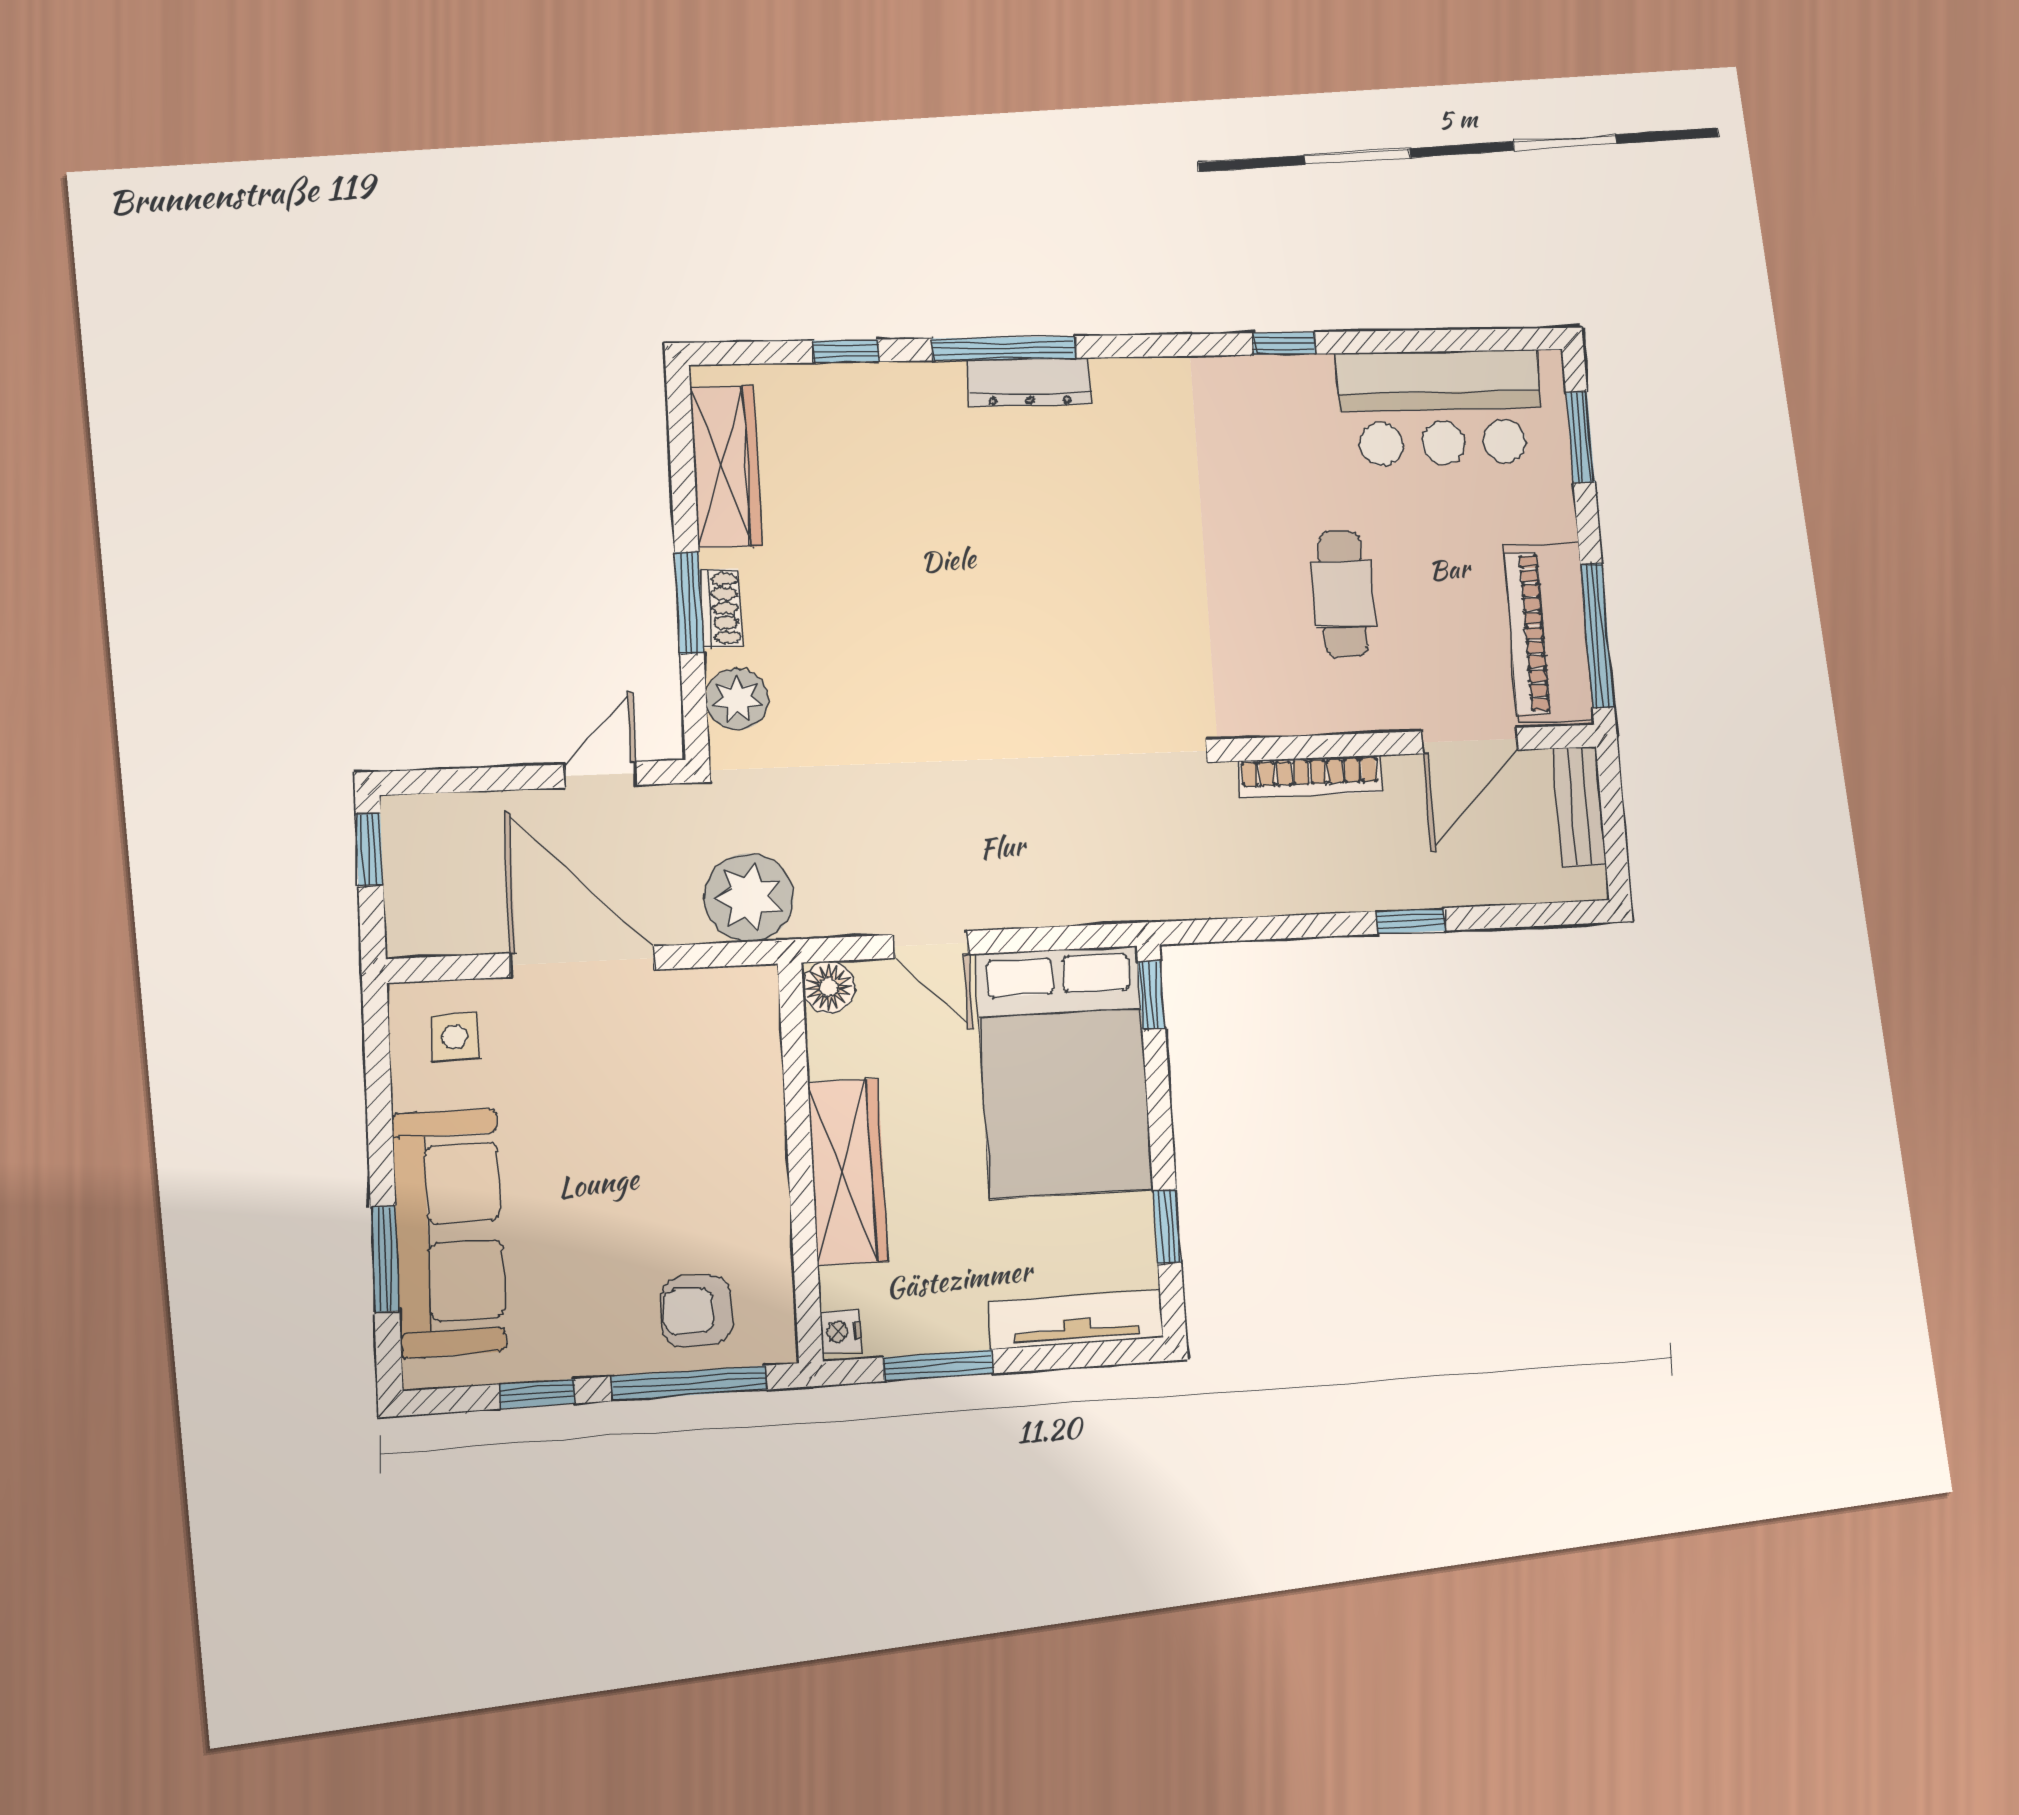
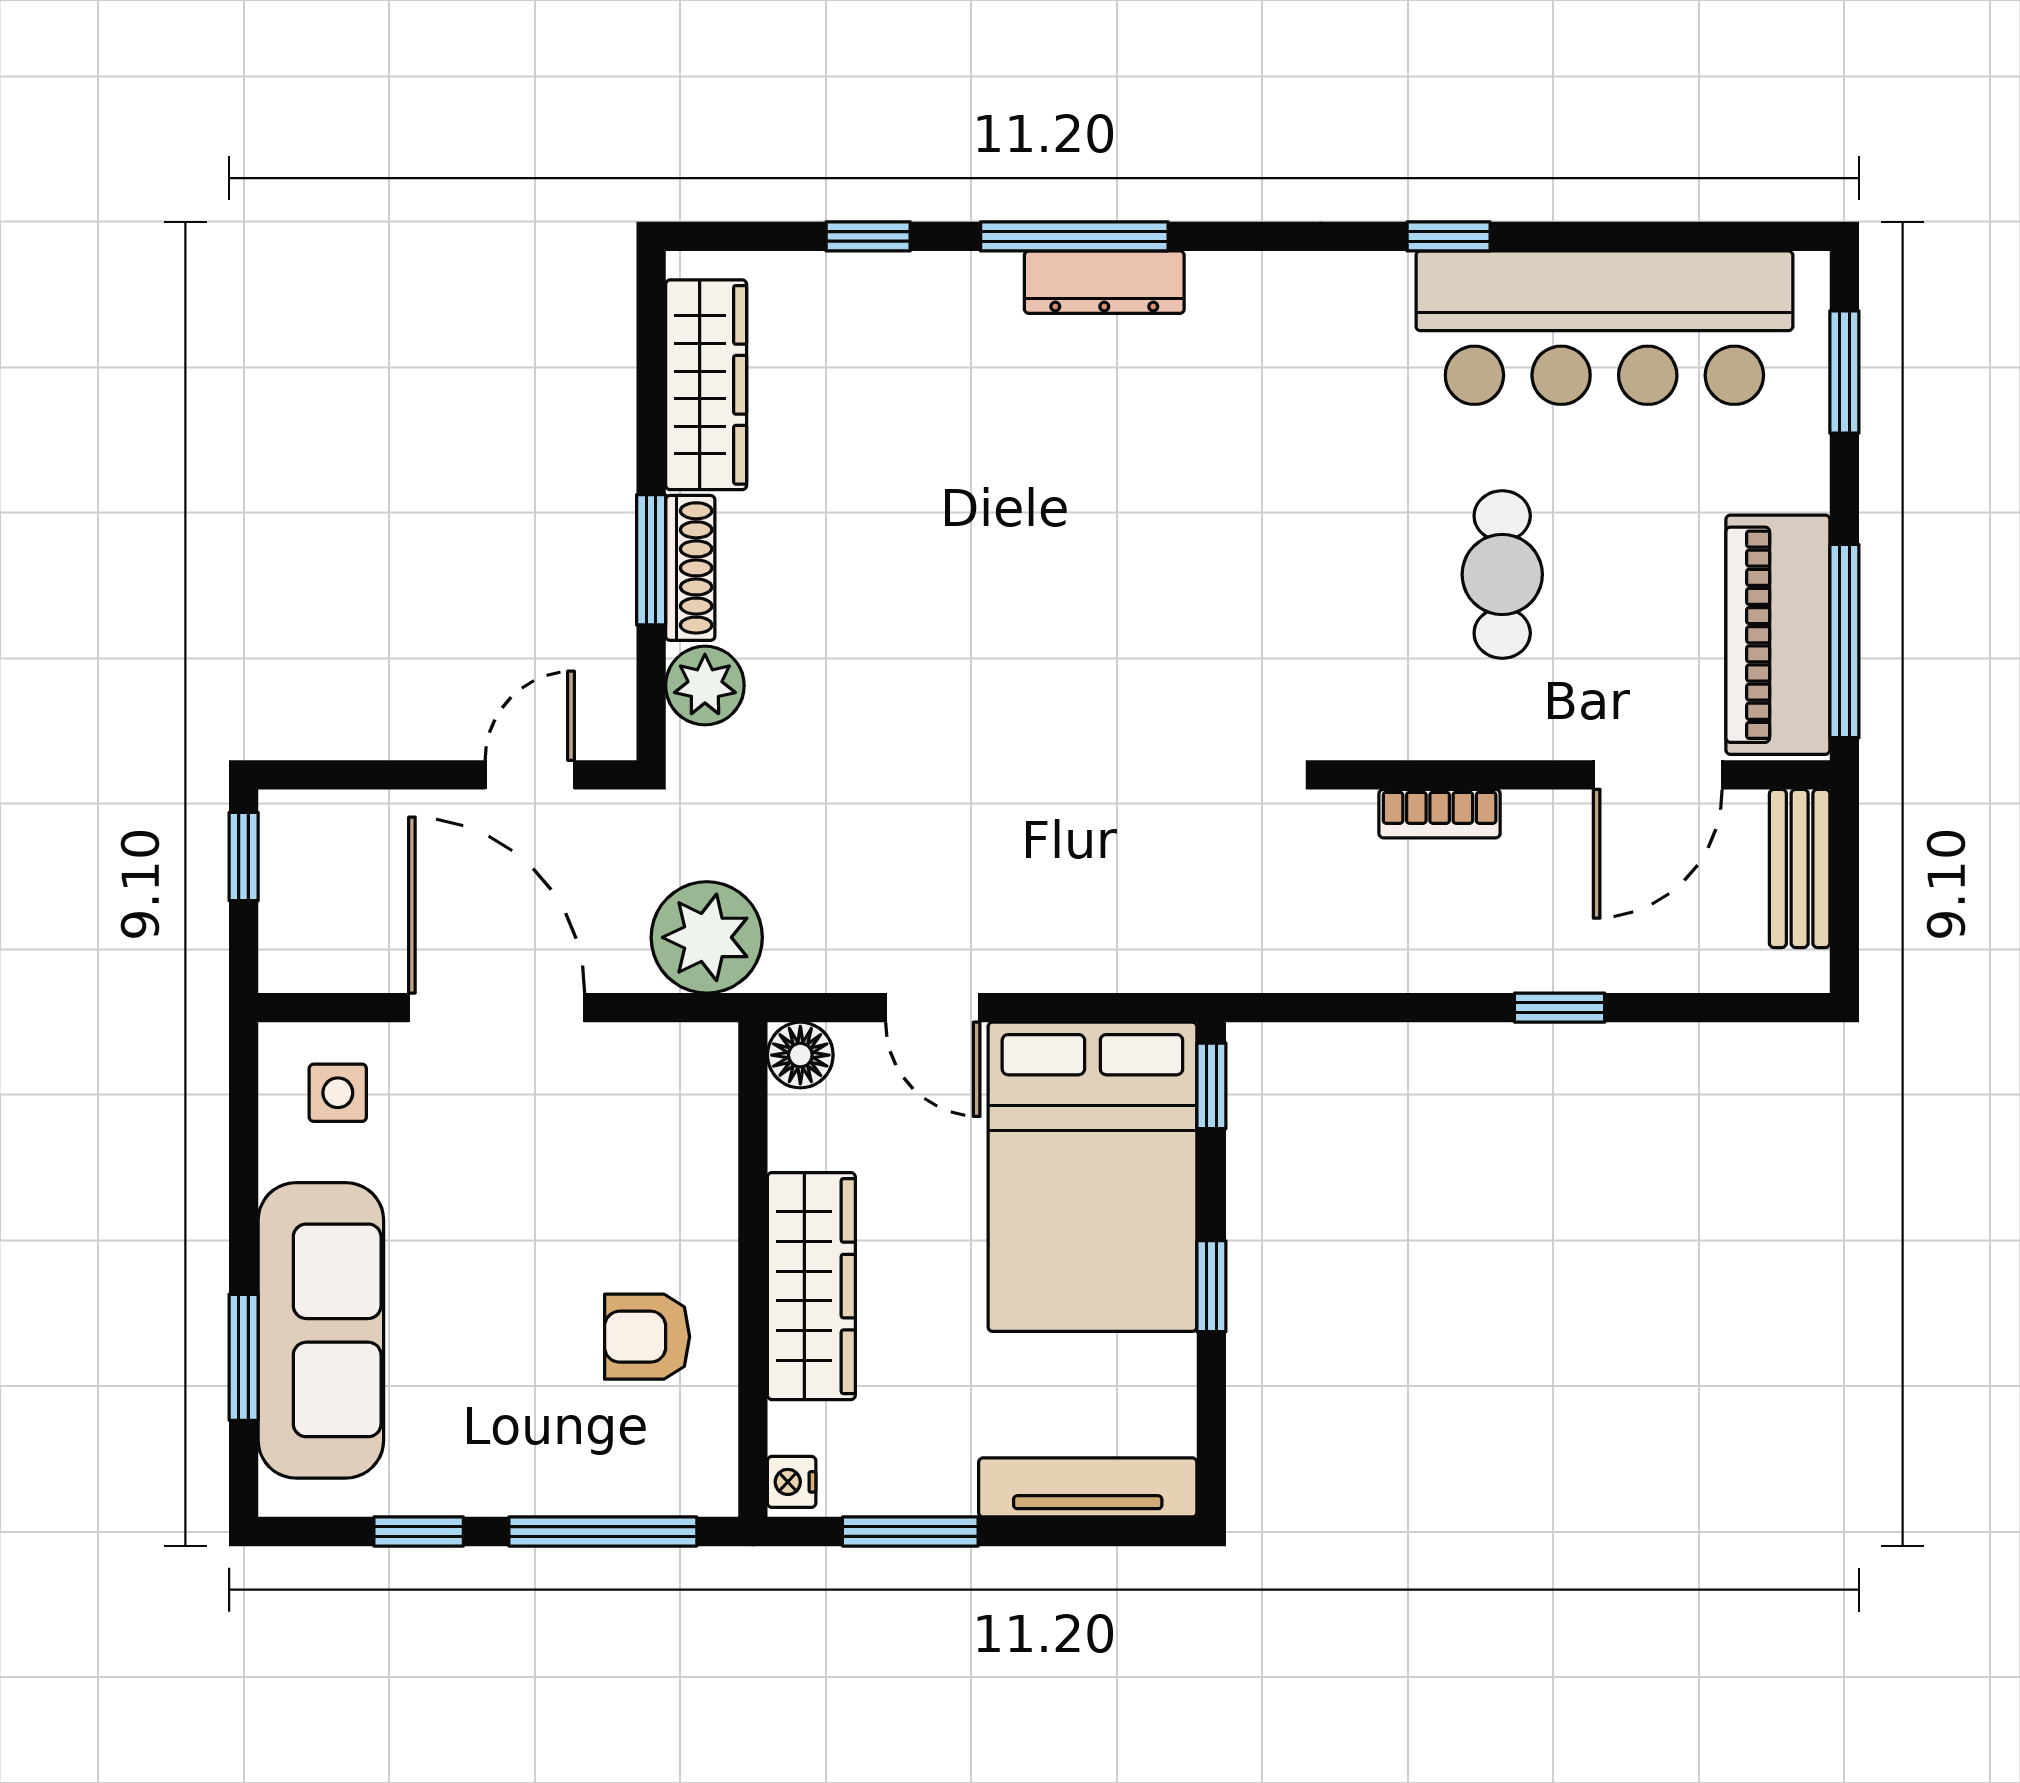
bar counter: (1440, 408) -> (1604, 328), width x1.36
shoe rack: (721, 608) -> (690, 568), width x1.43
bookcase: (1310, 777) -> (1440, 814), width x0.64
window: (1167, 1227) -> (1211, 1286), moved
armchair: (697, 1311) -> (647, 1337), moved

